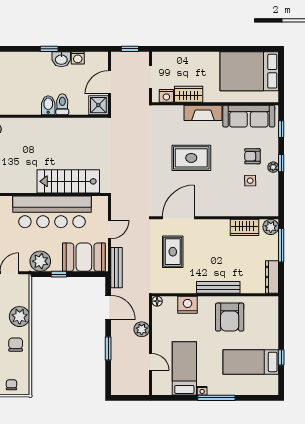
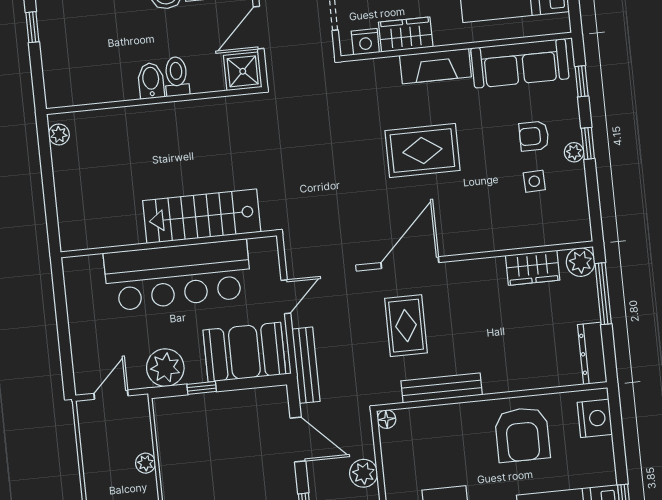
bench: (218, 287) -> (442, 388), moved
nightstand: (188, 305) -> (595, 418), moved, turned 90
plant: (20, 317) -> (145, 463), width x0.53, depth x0.53

